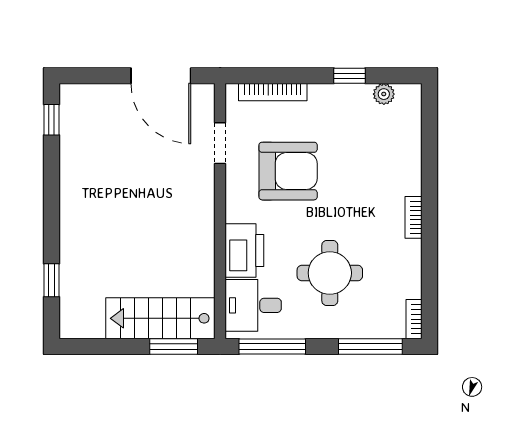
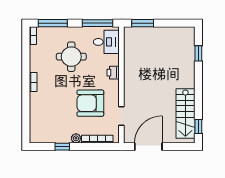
door: (161, 76) -> (148, 147), hinge flipped
plant: (384, 94) -> (76, 138), moved
printer: (244, 250) -> (113, 73), width x0.53, depth x0.68
stairs: (160, 318) -> (185, 113), moved, turned 90

